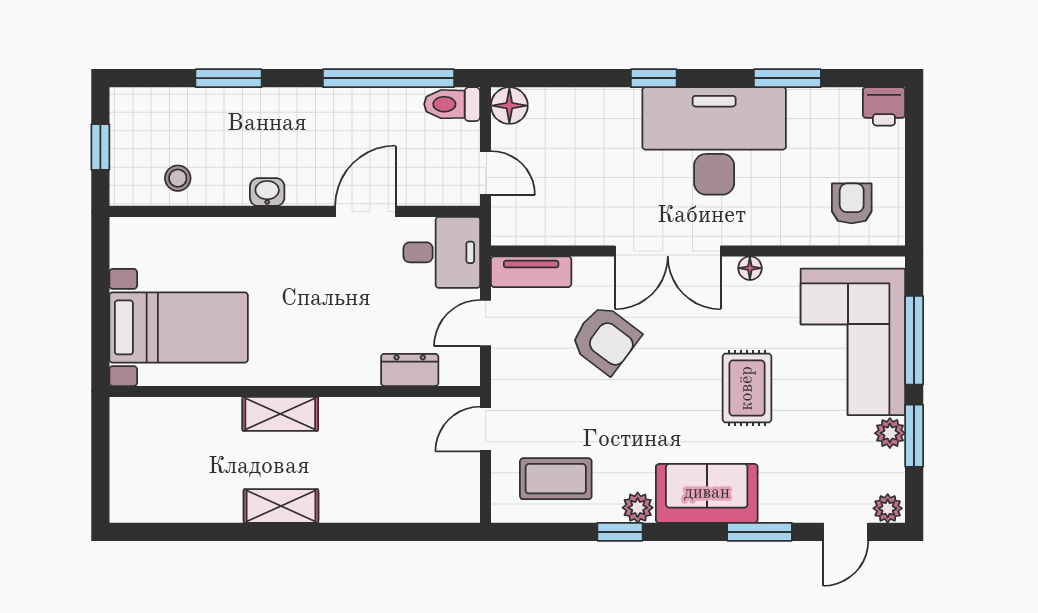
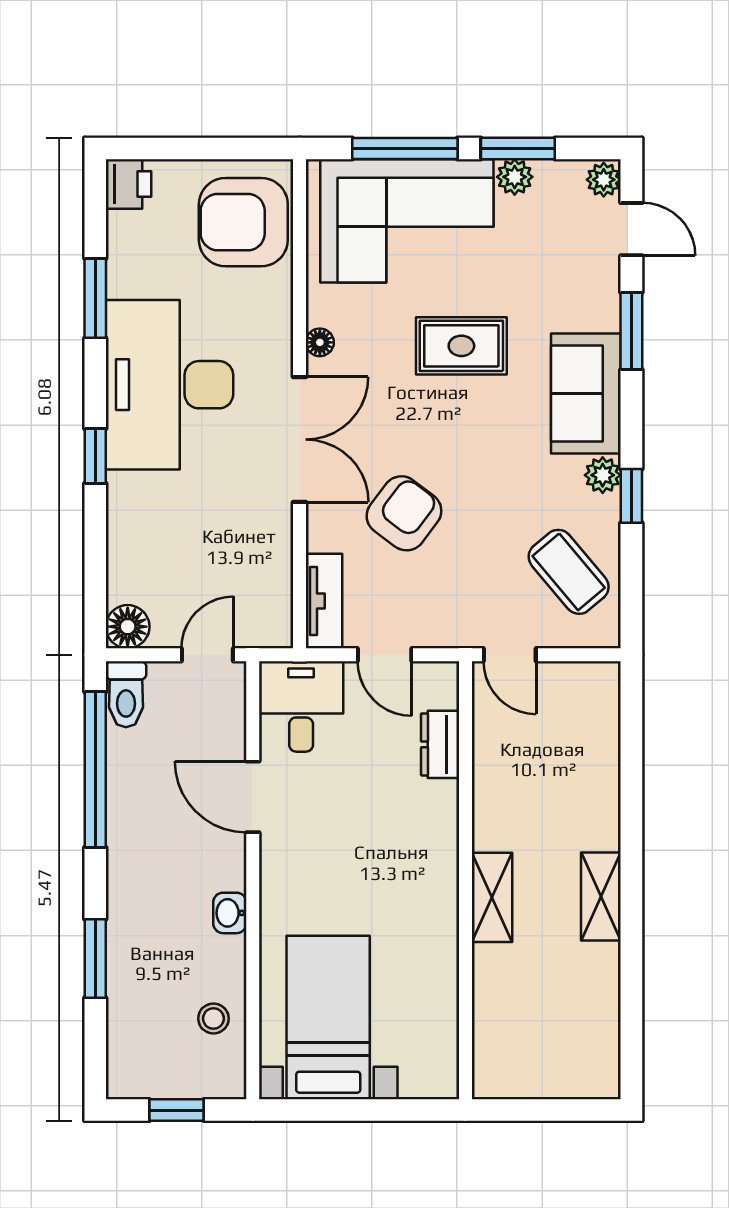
armchair: (852, 203) -> (243, 222), width x1.88, depth x1.88
bed with nightstands: (179, 327) -> (328, 1018), moved
coffee table: (556, 479) -> (569, 572), turned -40

